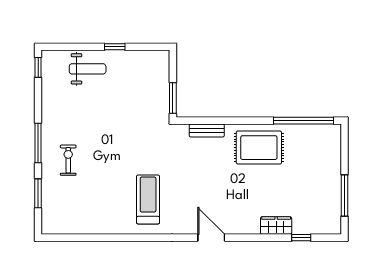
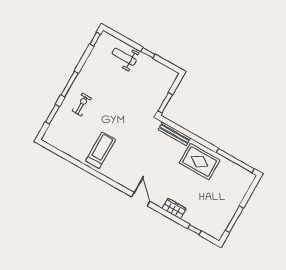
weight bench: (88, 69) -> (124, 57), turned 180
bench: (207, 130) -> (174, 134), width x1.36
treadmill: (148, 199) -> (101, 150), moved
wardrobe: (276, 226) -> (174, 209), moved

